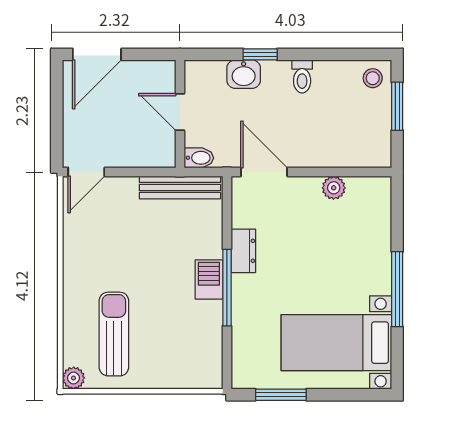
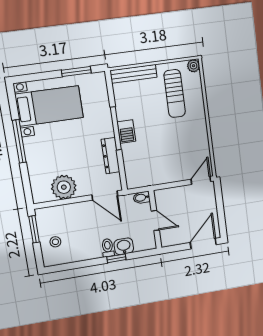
toilet: (302, 76) -> (108, 248), moved
stool: (373, 78) -> (55, 242), moved
window: (397, 106) -> (34, 229), moved
bench: (180, 187) -> (133, 74), moved
plant: (334, 188) -> (64, 187), width x1.88, depth x1.88
dresser: (243, 251) -> (111, 156), width x1.44

